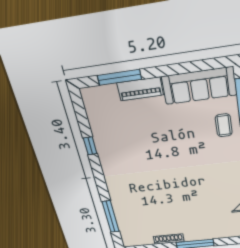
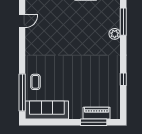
piano: (140, 89) -> (97, 113), moved
plant: (118, 201) -> (115, 34), added

